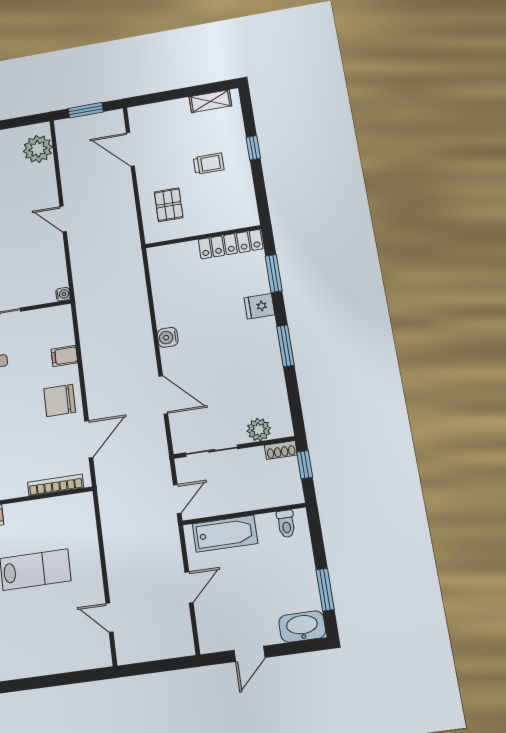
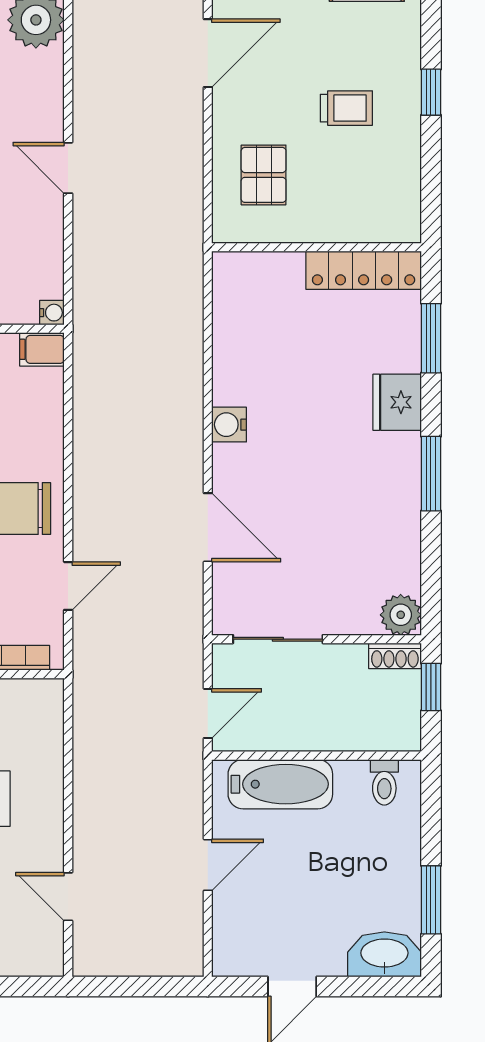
door: (130, 149) -> (208, 53), swing flipped
fridge: (259, 306) -> (397, 402), width x1.38
filing cabinet: (64, 356) -> (42, 349), moved
plant: (259, 430) -> (401, 615), moved
door: (89, 439) -> (68, 586), width x0.73

